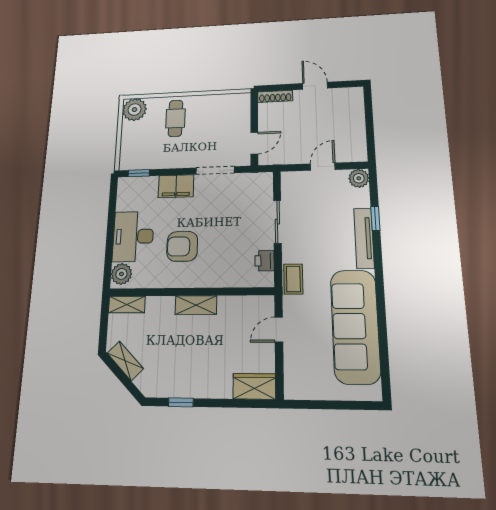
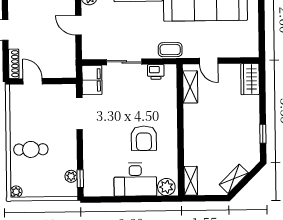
plant: (135, 110) -> (16, 192), width x0.53, depth x0.53
door: (254, 143) -> (33, 81), moved
plant: (142, 163) -> (71, 176), added
filing cabinet: (176, 186) -> (92, 80), moved
shelving: (196, 305) -> (190, 87), moved

